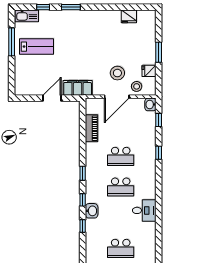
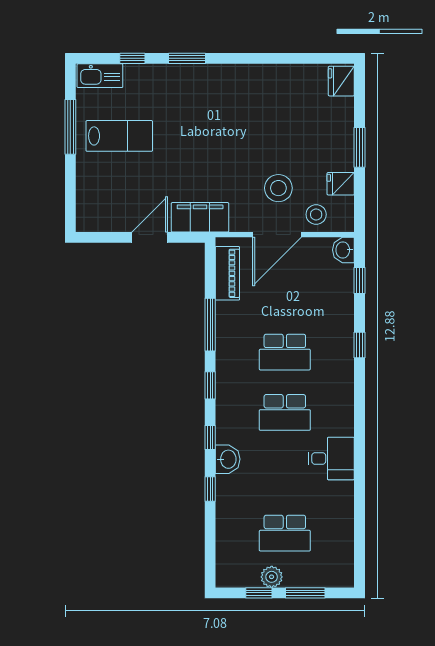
fridge: (129, 16) -> (341, 81), moved, turned 90
piano: (91, 128) -> (227, 273), moved
window: (83, 142) -> (210, 325), added

